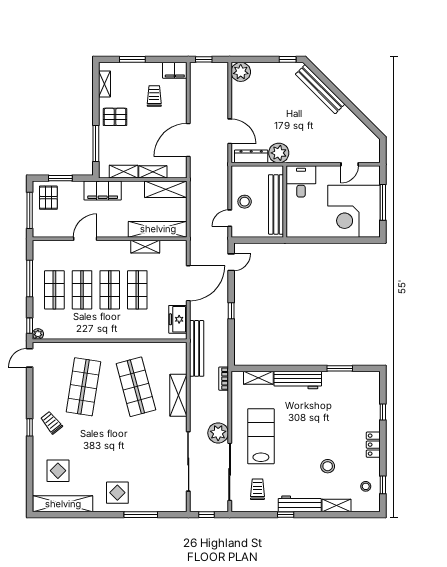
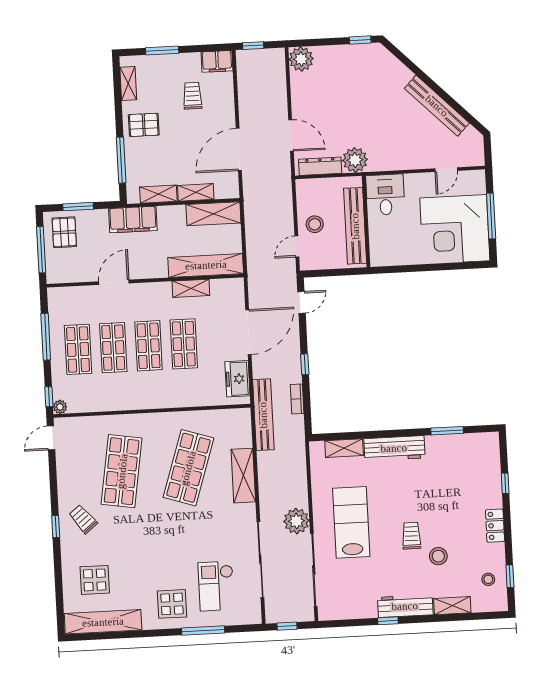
bench: (320, 89) -> (437, 106), moved
bookcase: (224, 379) -> (297, 399), moved
shop shelf: (136, 387) -> (188, 468), turned 33
checkout: (153, 480) -> (216, 586), added
trolley: (257, 489) -> (411, 536), moved

